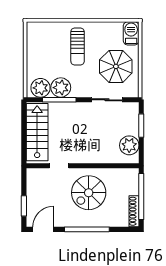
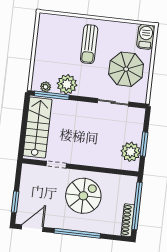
plant: (40, 88) -> (46, 87), width x0.53, depth x0.53
window: (59, 100) -> (52, 95), moved
window: (141, 126) -> (144, 144), moved
spiral stairs: (89, 193) -> (83, 196), turned 180

